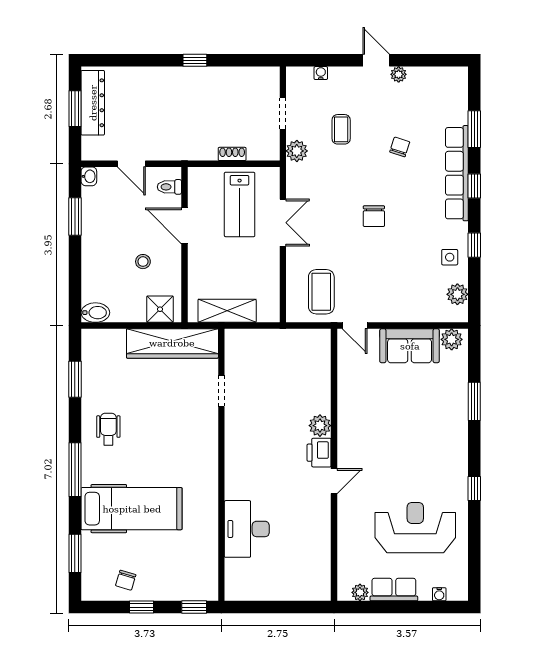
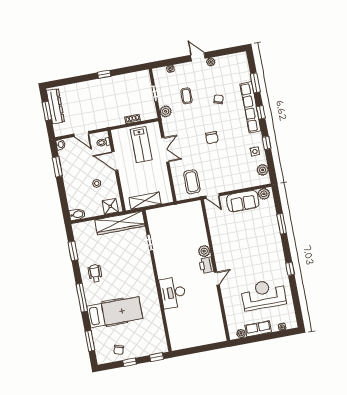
desk: (247, 529) -> (173, 293), moved

